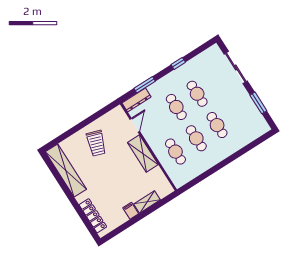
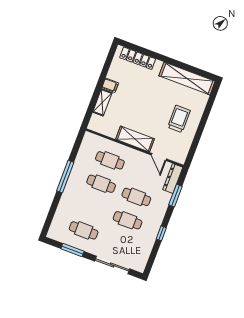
cafe table: (217, 125) -> (84, 230), moved
trolley: (96, 143) -> (179, 119), turned 71
window: (220, 165) -> (65, 177), added

